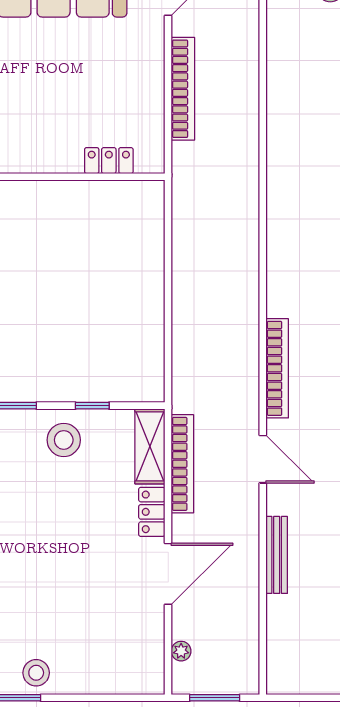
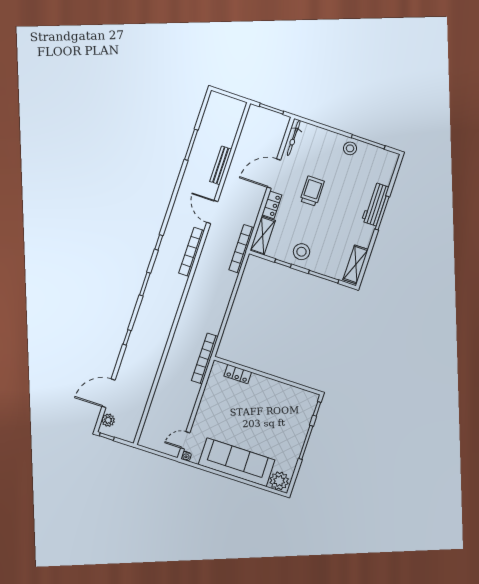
bookcase: (183, 89) -> (205, 358), moved
bookcase: (182, 464) -> (242, 249), moved
trolley: (82, 565) -> (312, 191), added
plant: (181, 651) -> (280, 136), removed
bicycle: (153, 656) -> (294, 138), added

